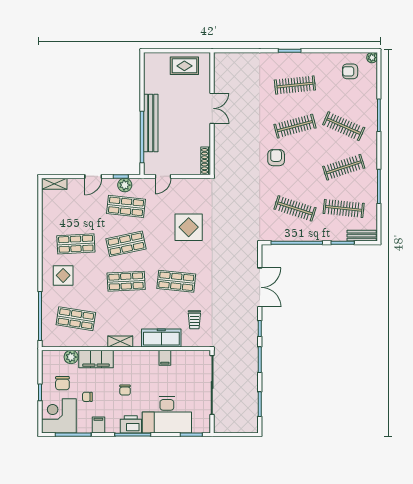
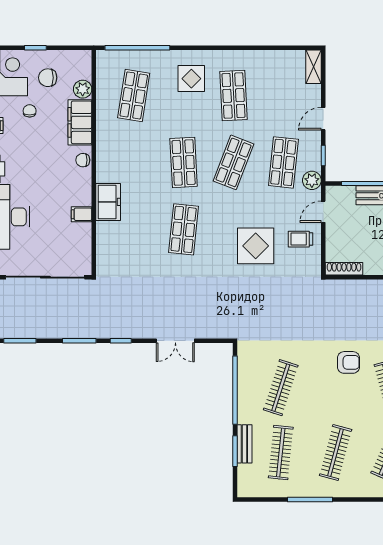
clothes rail: (344, 167) -> (336, 453), turned 33
door: (93, 176) -> (323, 119), hinge flipped
door: (163, 176) -> (323, 212), hinge flipped
plant: (125, 185) -> (312, 180), moved
bench: (362, 236) -> (244, 444), moved
shop shelf: (126, 244) -> (233, 162), turned 33
double door: (260, 287) -> (175, 341), width x0.73
trolley: (194, 320) -> (300, 239), moved
freezer: (161, 338) -> (108, 202), width x0.71
shelving: (120, 341) -> (103, 155), removed
chair: (125, 390) -> (83, 160), moved

